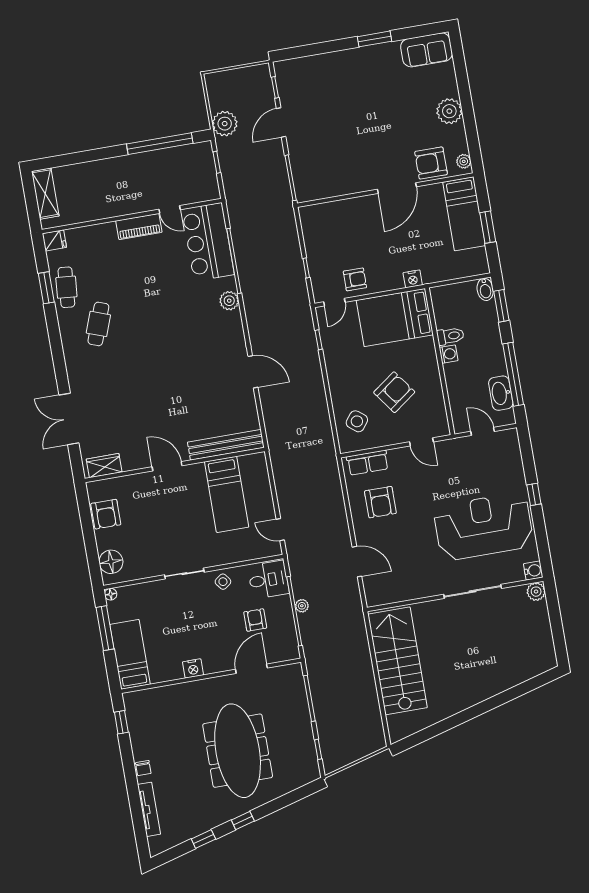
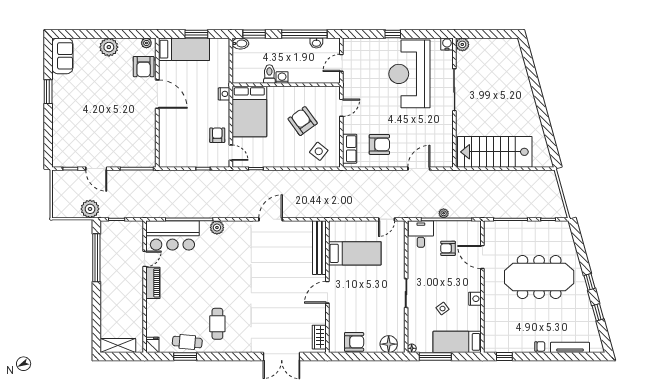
cafe table: (98, 324) -> (217, 324), turned 70
washbasin: (501, 393) -> (316, 43), width x0.52, depth x0.69
side table: (223, 582) -> (443, 309), moved

